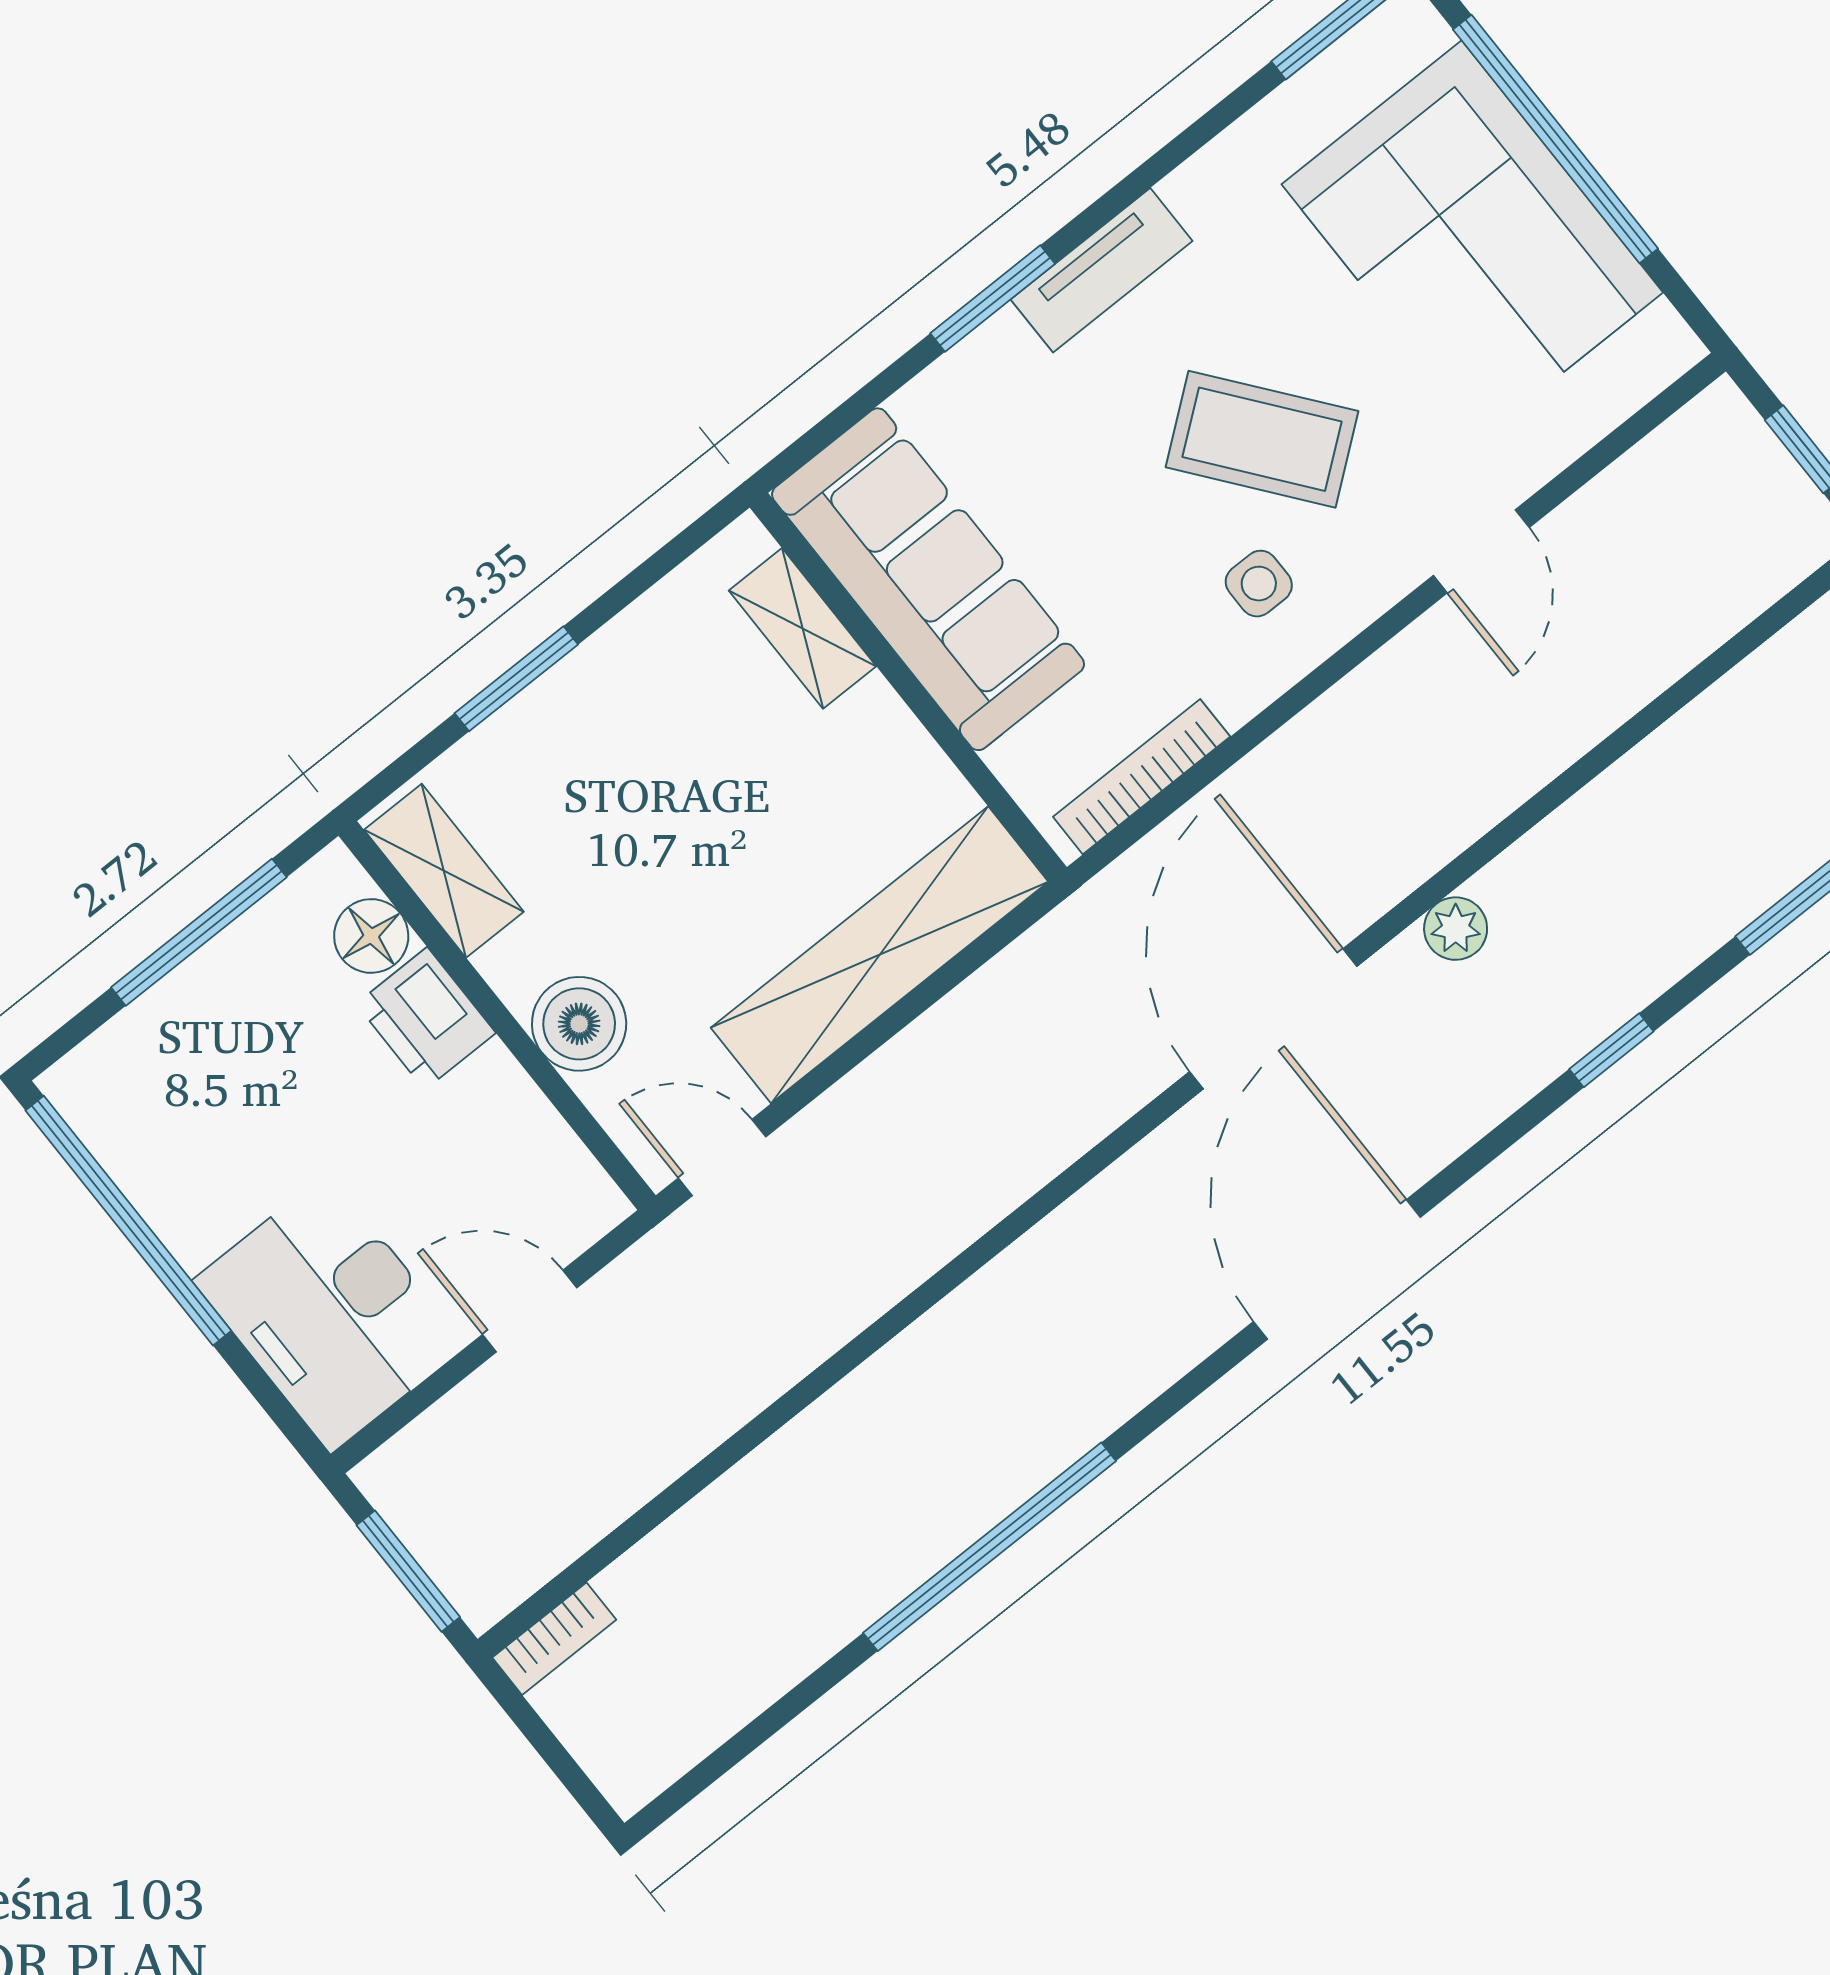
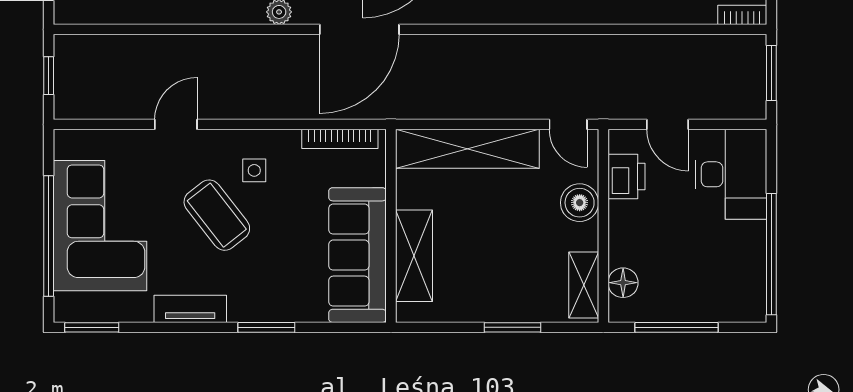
tv unit: (1102, 270) -> (190, 309), moved
shelving: (803, 628) -> (414, 256), width x1.50, depth x1.33
printer: (426, 1018) -> (627, 177), moved

